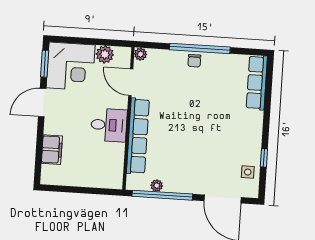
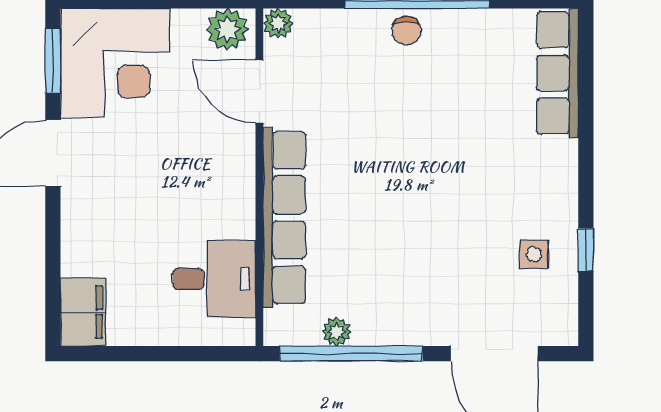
plant: (105, 54) -> (227, 29), moved
desk: (109, 125) -> (214, 279), moved
filing cabinet: (52, 150) -> (83, 312), moved
side table: (248, 172) -> (534, 254), moved

